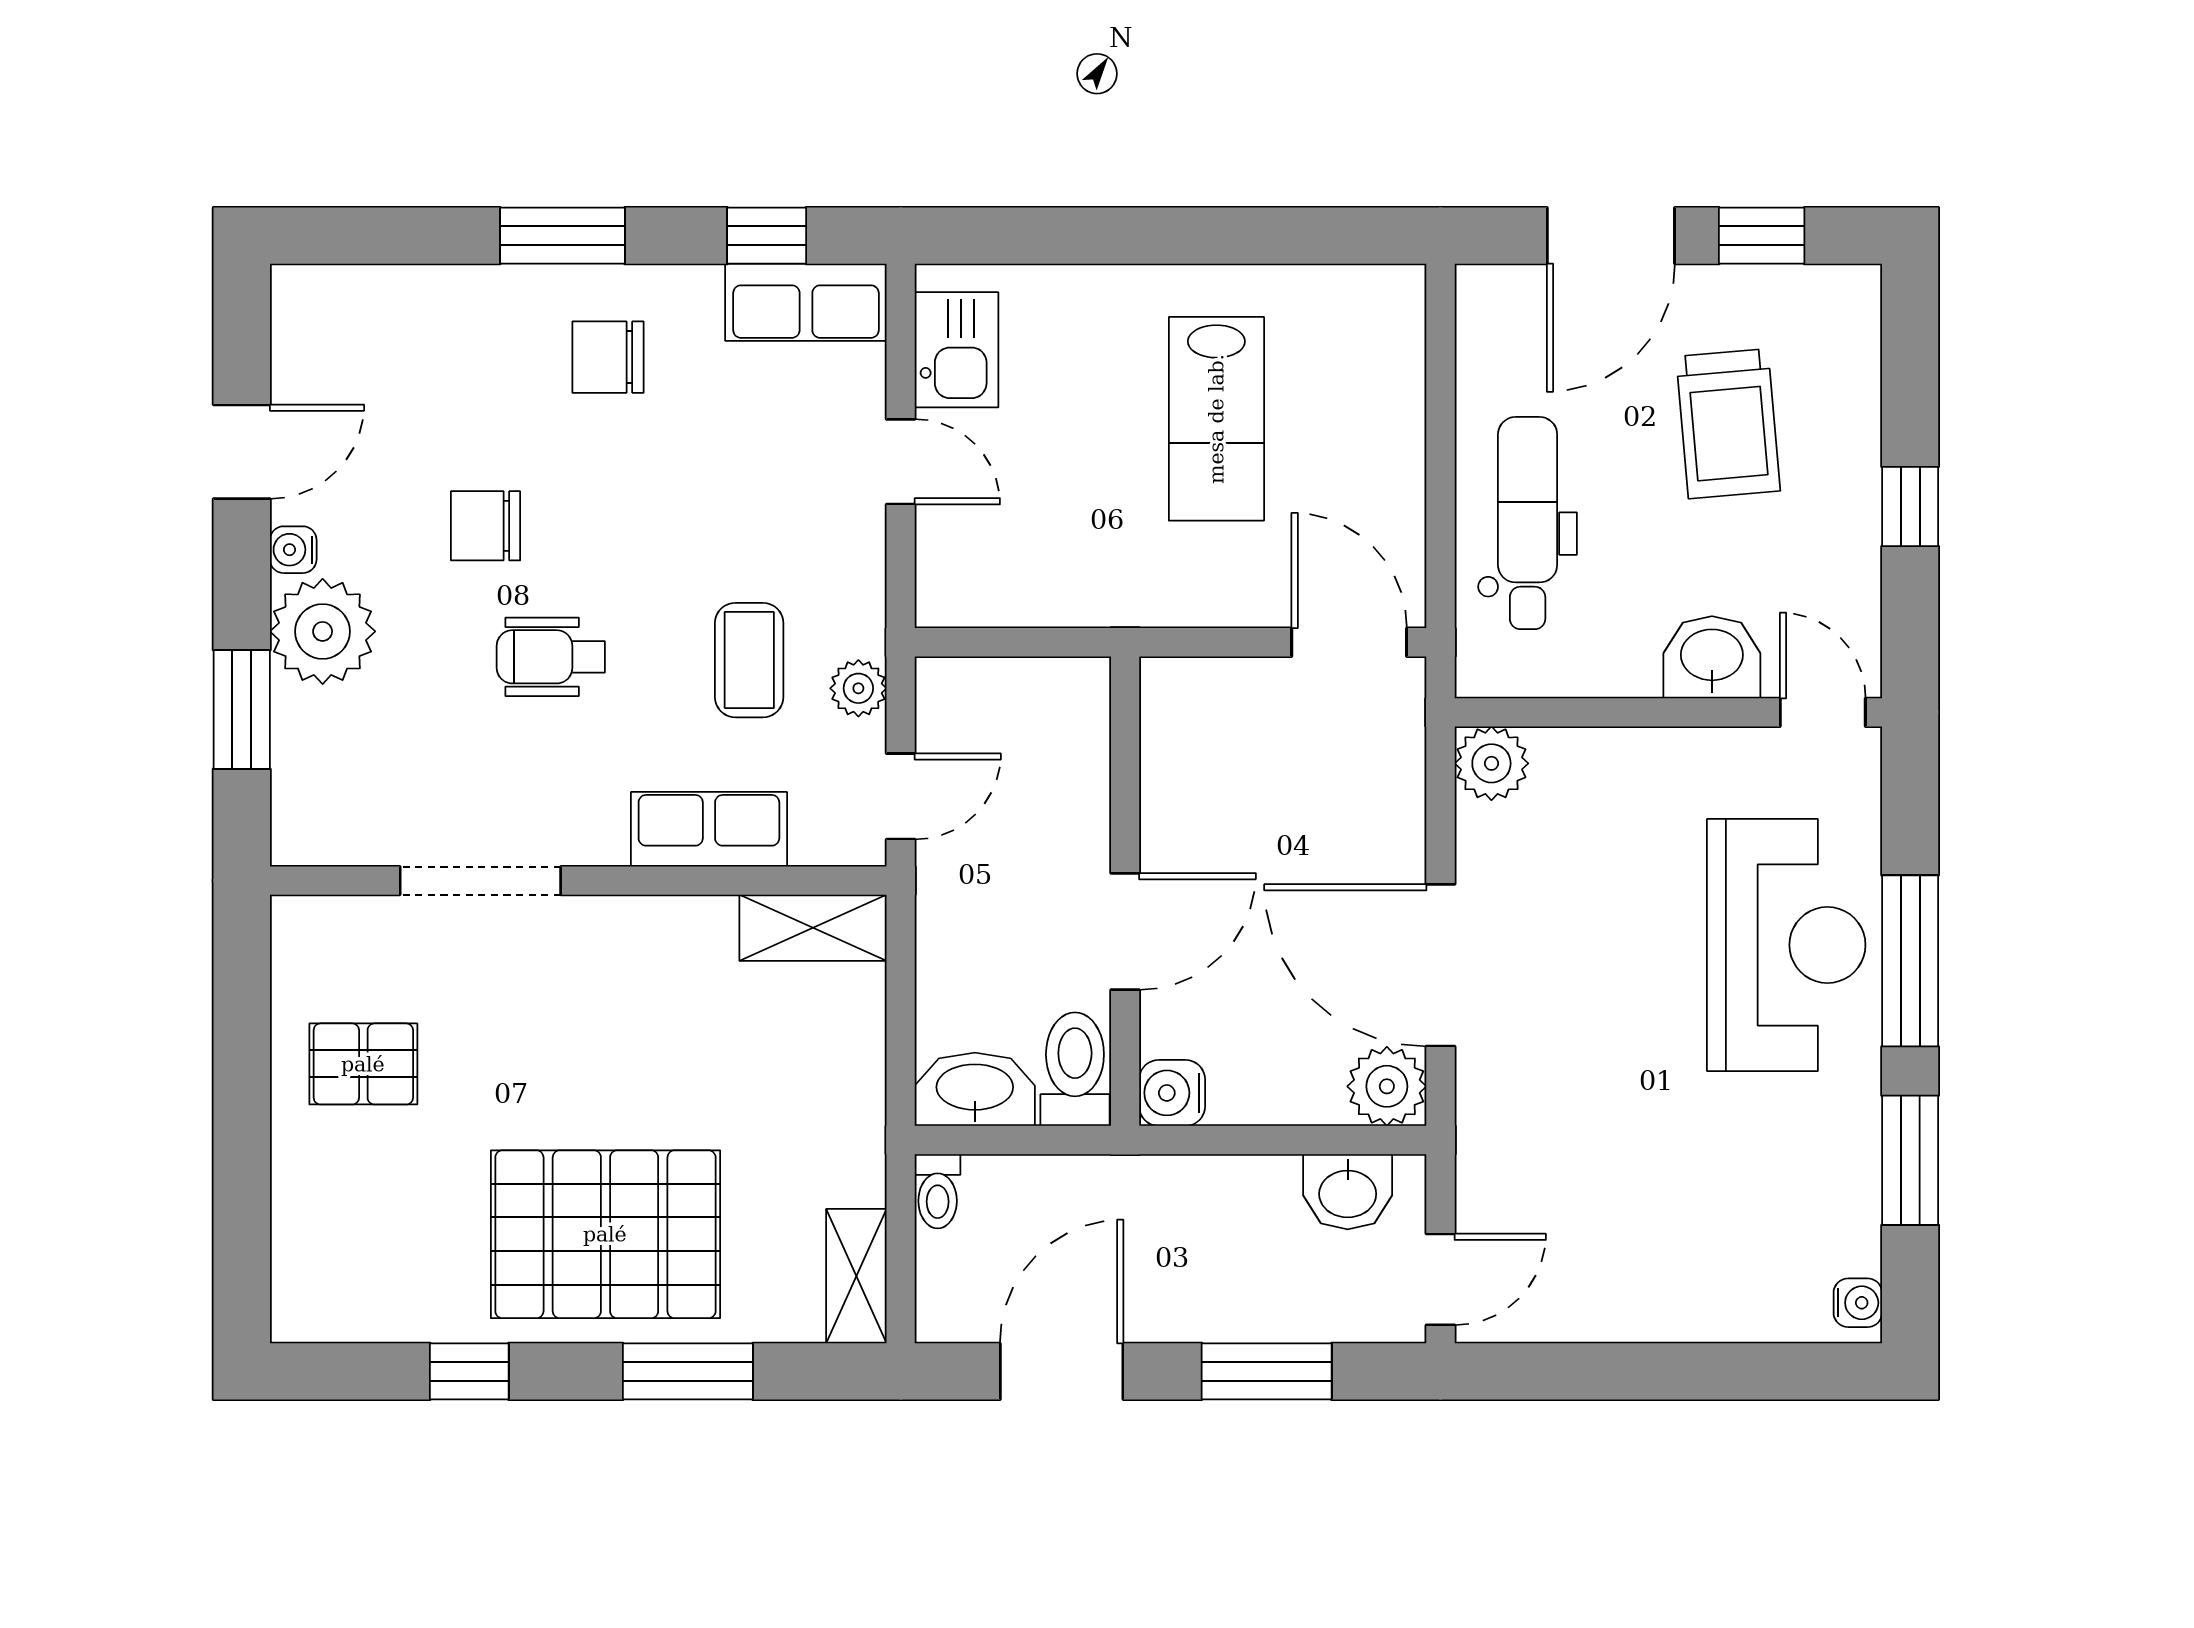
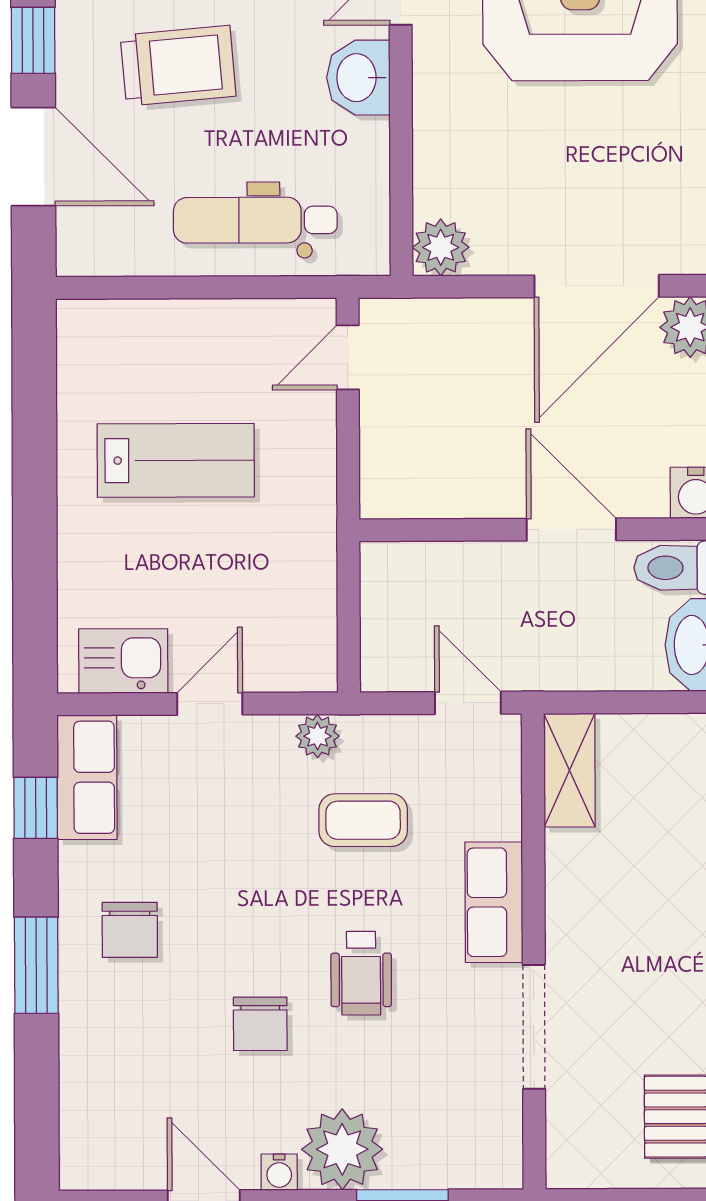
door: (1349, 642) -> (348, 357), width x0.73
plant: (858, 688) -> (318, 736), moved
row of seats: (709, 829) -> (494, 902), moved

